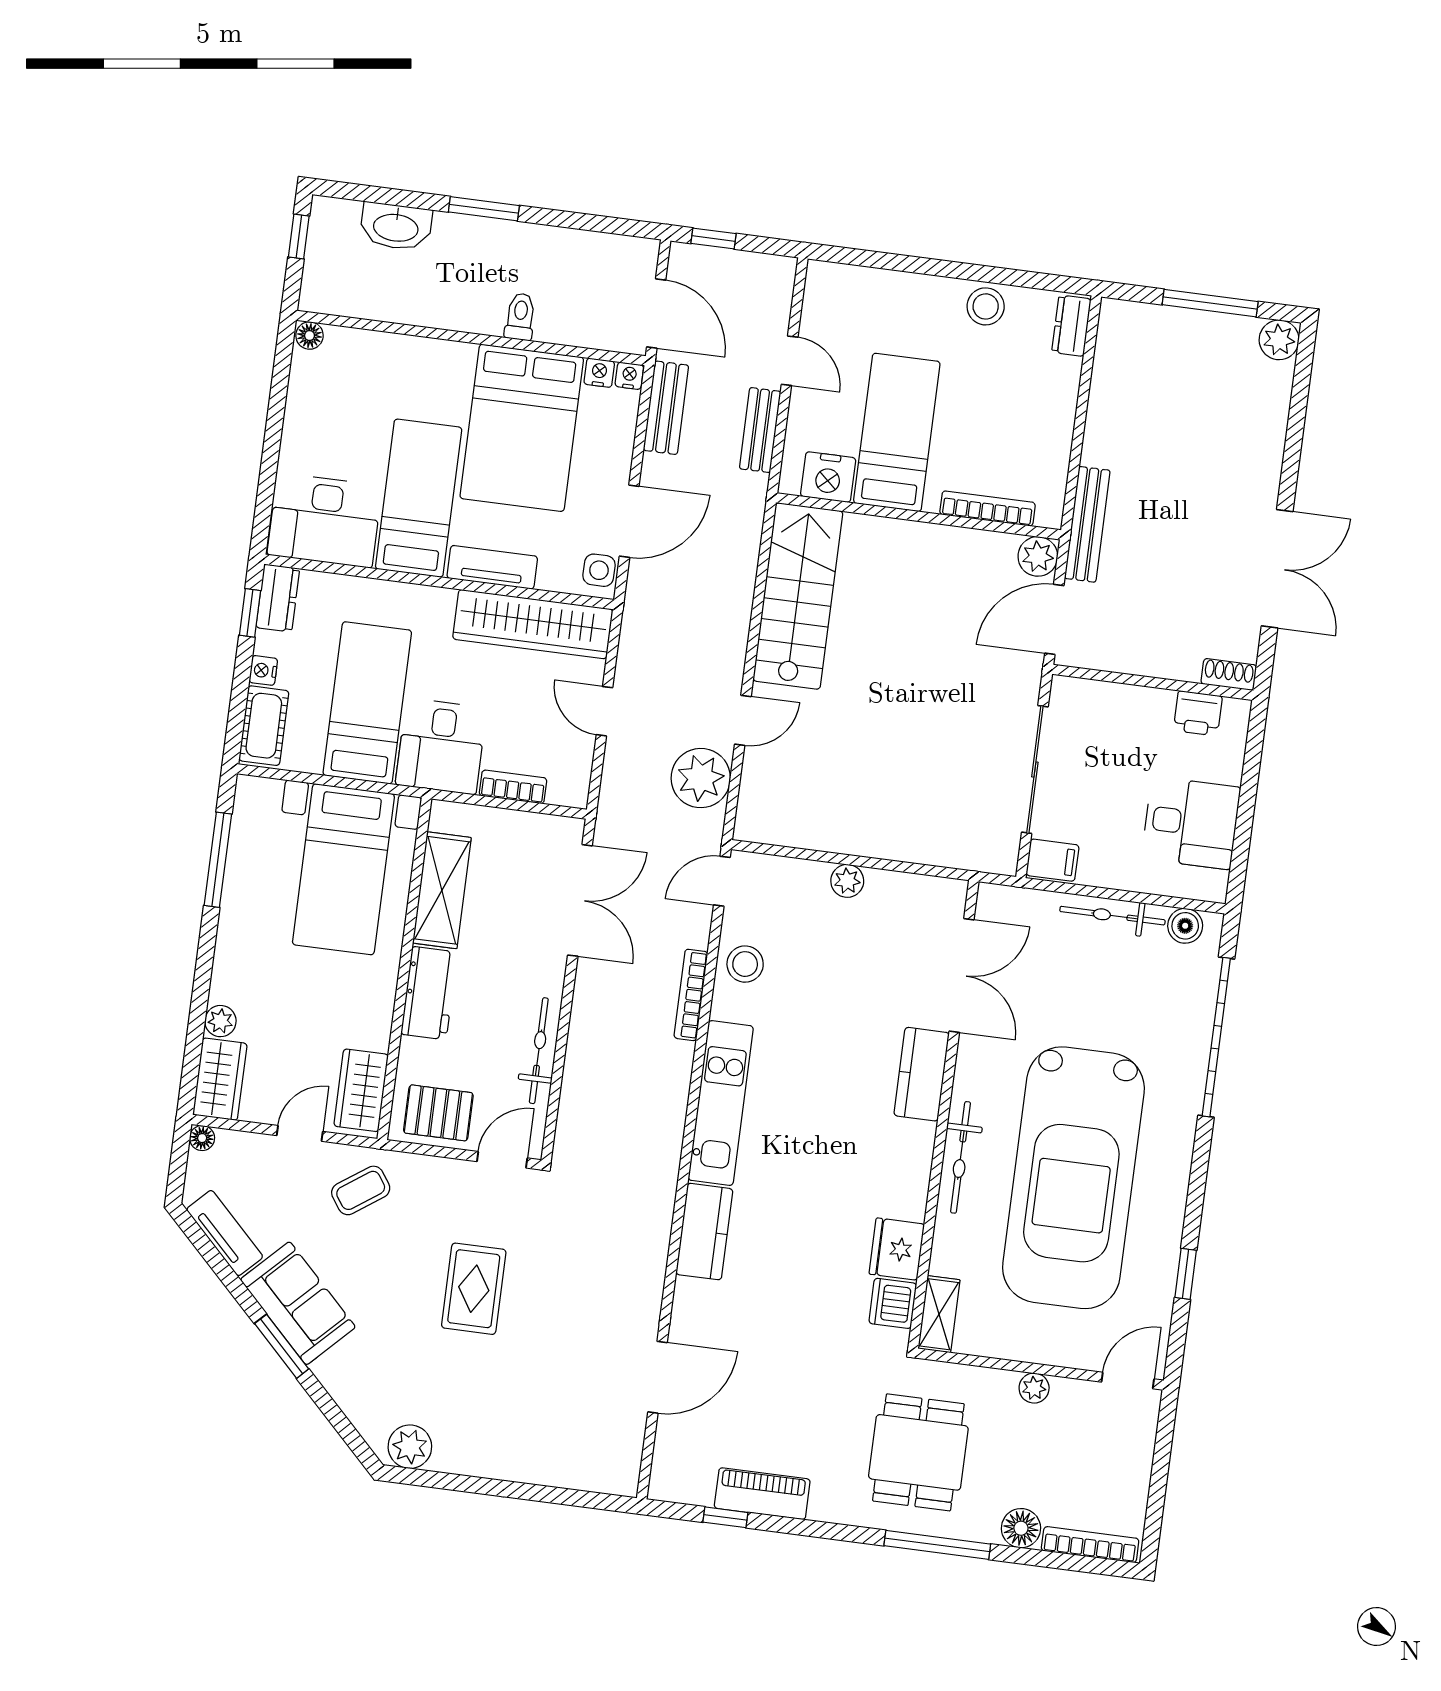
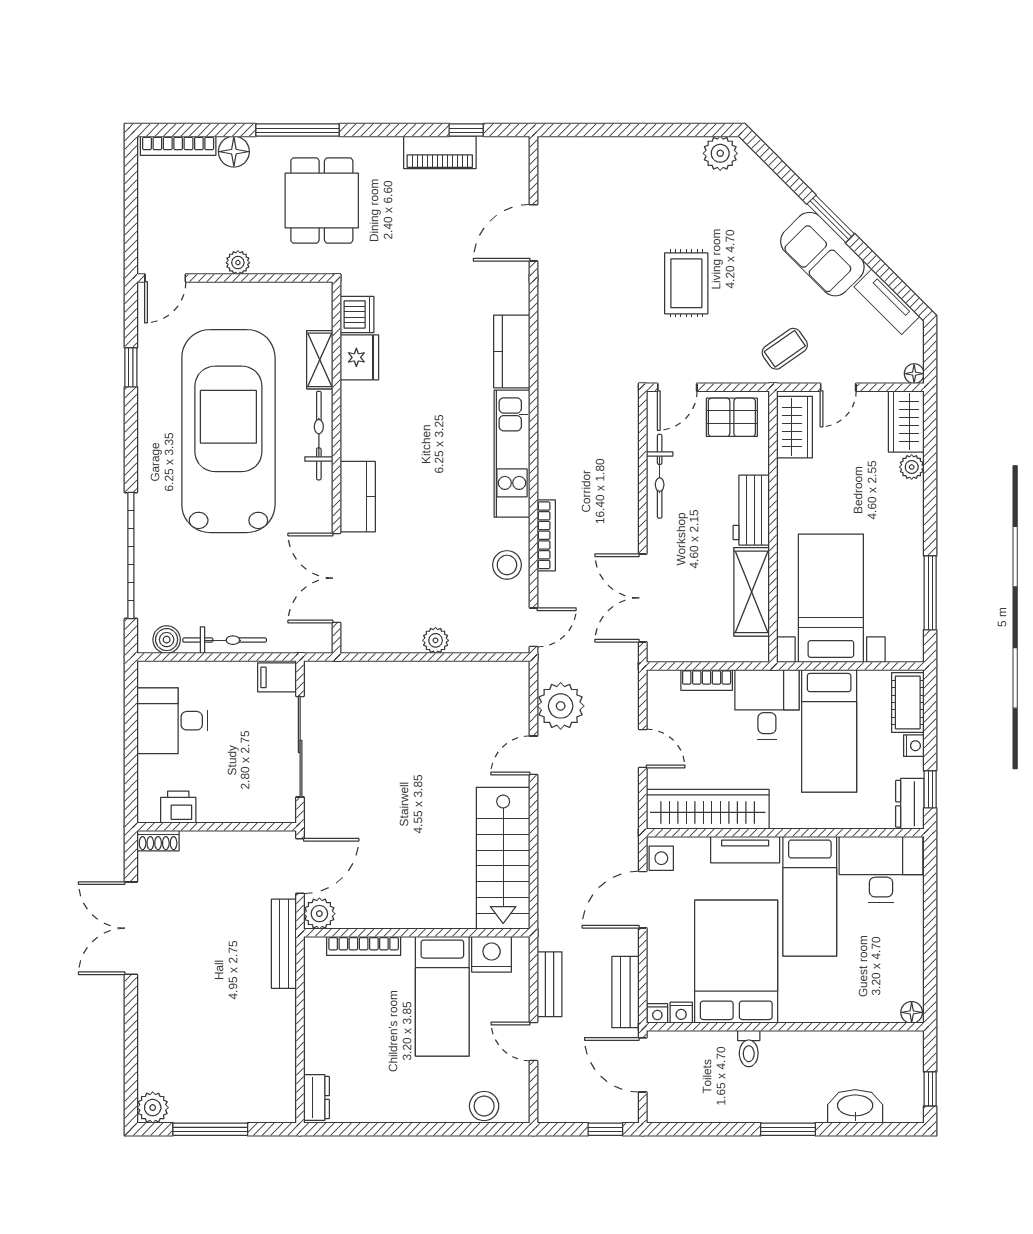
stool: (986, 306) -> (484, 1106), moved
shelving: (939, 1314) -> (320, 360), moved

